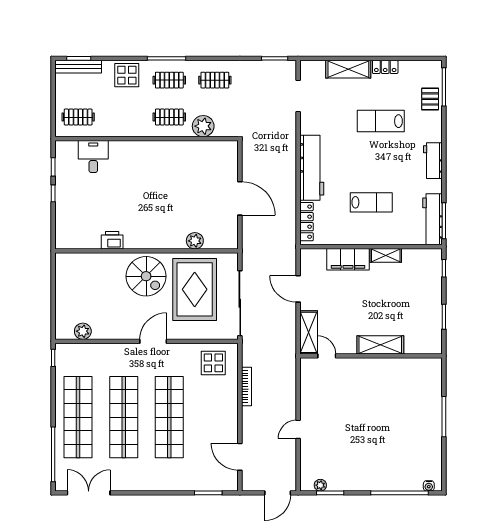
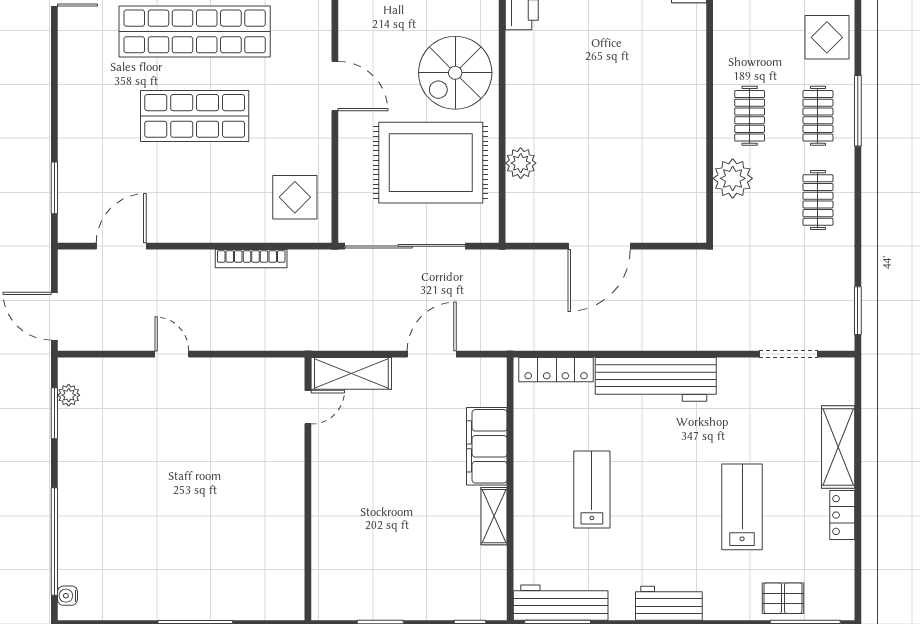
lab bench: (371, 202) -> (592, 489), turned 180
shelving: (380, 345) -> (328, 506), removed
shop shelf: (169, 417) -> (195, 116), width x0.71

